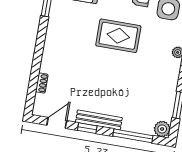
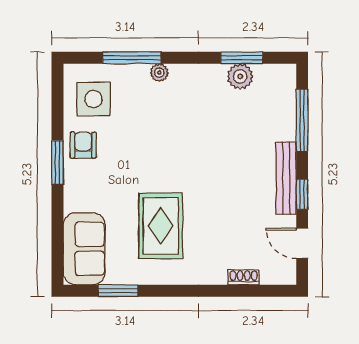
rug: (118, 36) -> (161, 226), moved
plant: (162, 129) -> (240, 76), moved

